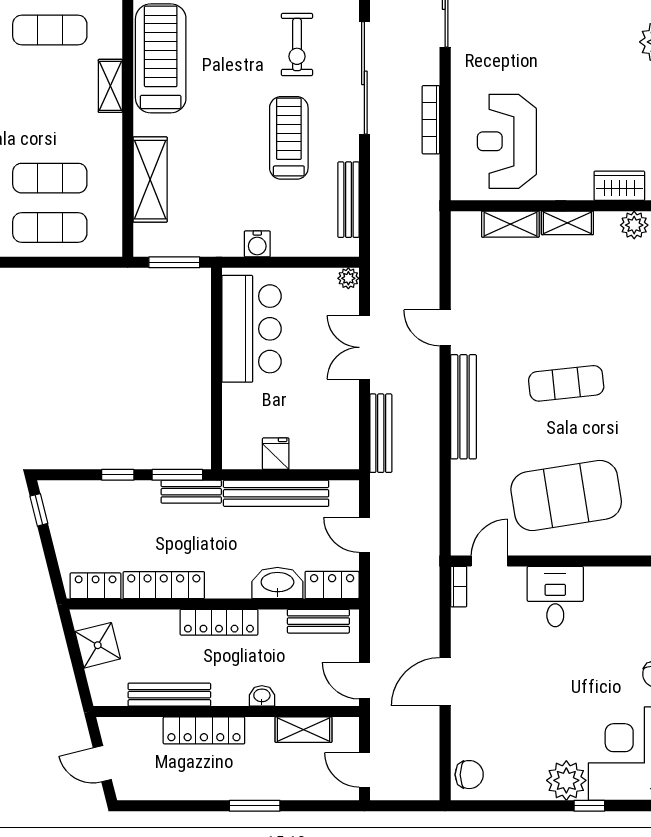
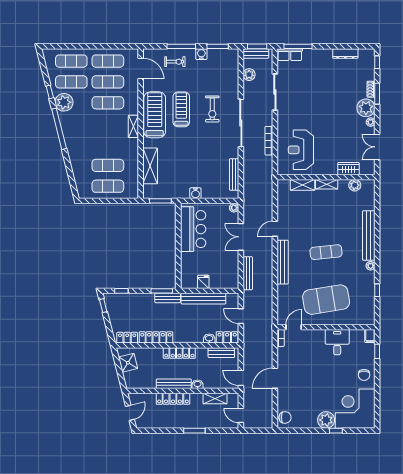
treadmill: (289, 138) -> (181, 109), moved
door: (445, 328) -> (275, 229), hinge flipped
window: (118, 475) -> (121, 291), moved
washbasin: (277, 583) -> (209, 339), width x0.52, depth x0.69
desk: (555, 597) -> (337, 342), moved
bench: (169, 695) -> (174, 384), moved
door: (102, 764) -> (130, 413), swing flipped

